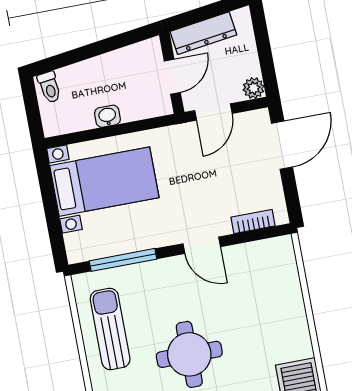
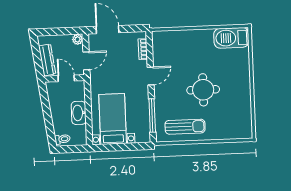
door: (213, 112) -> (86, 61), hinge flipped
washbasin: (107, 116) -> (79, 113), width x1.91, depth x1.45
sun lounger: (110, 329) -> (185, 127), turned 180

